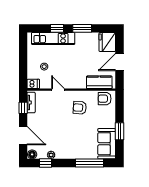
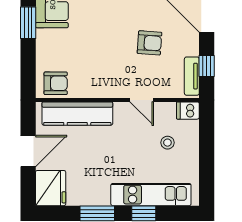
kitchen counter: (99, 82) -> (77, 114), width x1.50
armchair: (80, 108) -> (149, 43), moved

